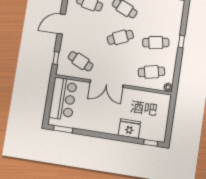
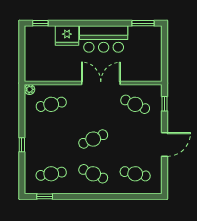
cafe table: (156, 43) -> (51, 174), moved
bar counter: (63, 99) -> (104, 39), moved, turned -90

